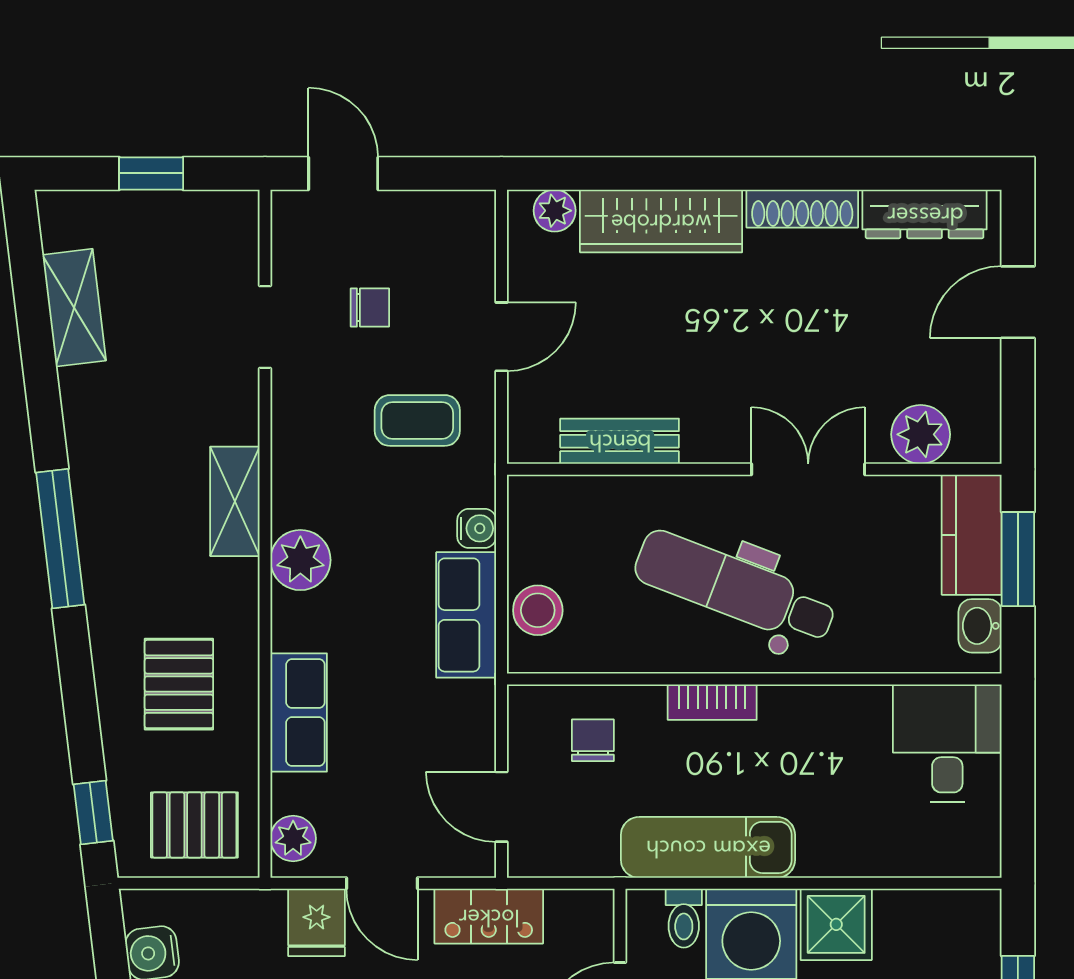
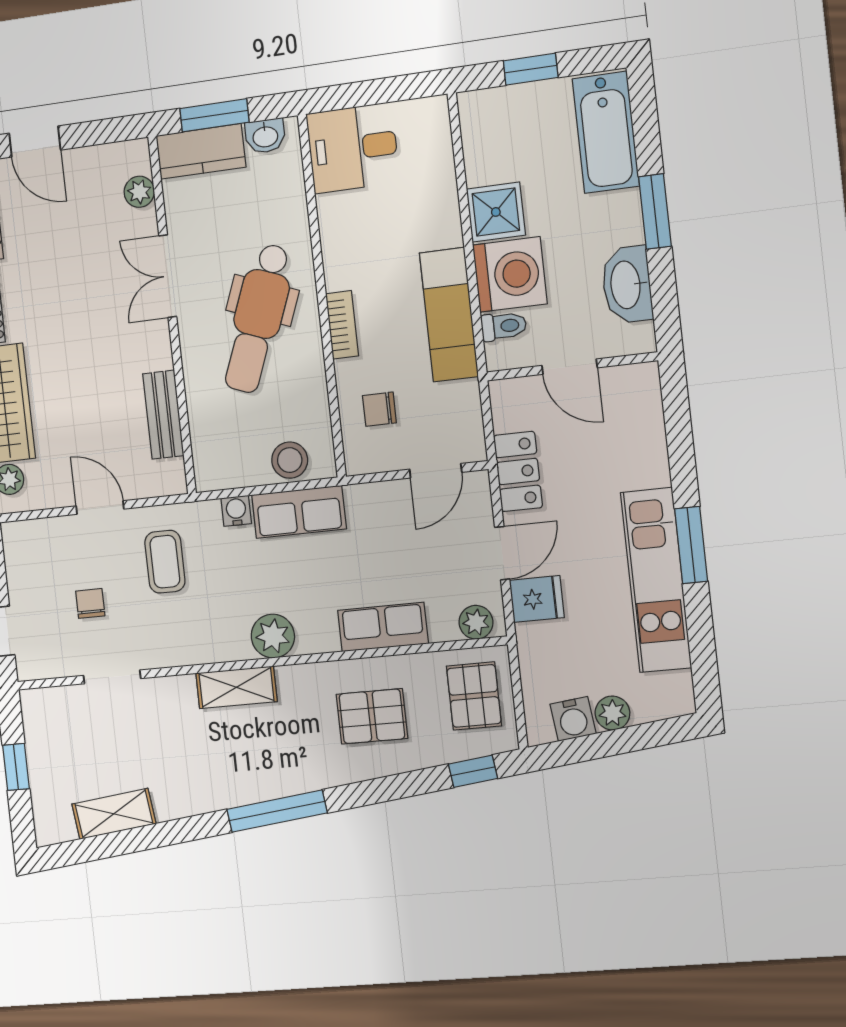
plant: (921, 434) -> (139, 192), width x0.73, depth x0.73

